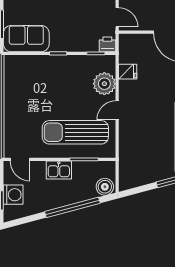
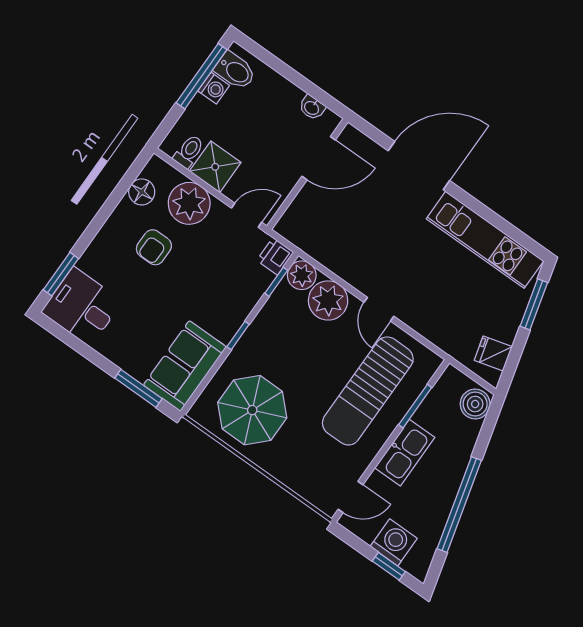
plant: (107, 63) -> (302, 275), added
fridge: (128, 72) -> (493, 354), moved, turned -105
parasol: (28, 85) -> (252, 410), added
kitchen sink: (59, 170) -> (405, 453), width x1.38
window: (72, 207) -> (459, 505), moved

